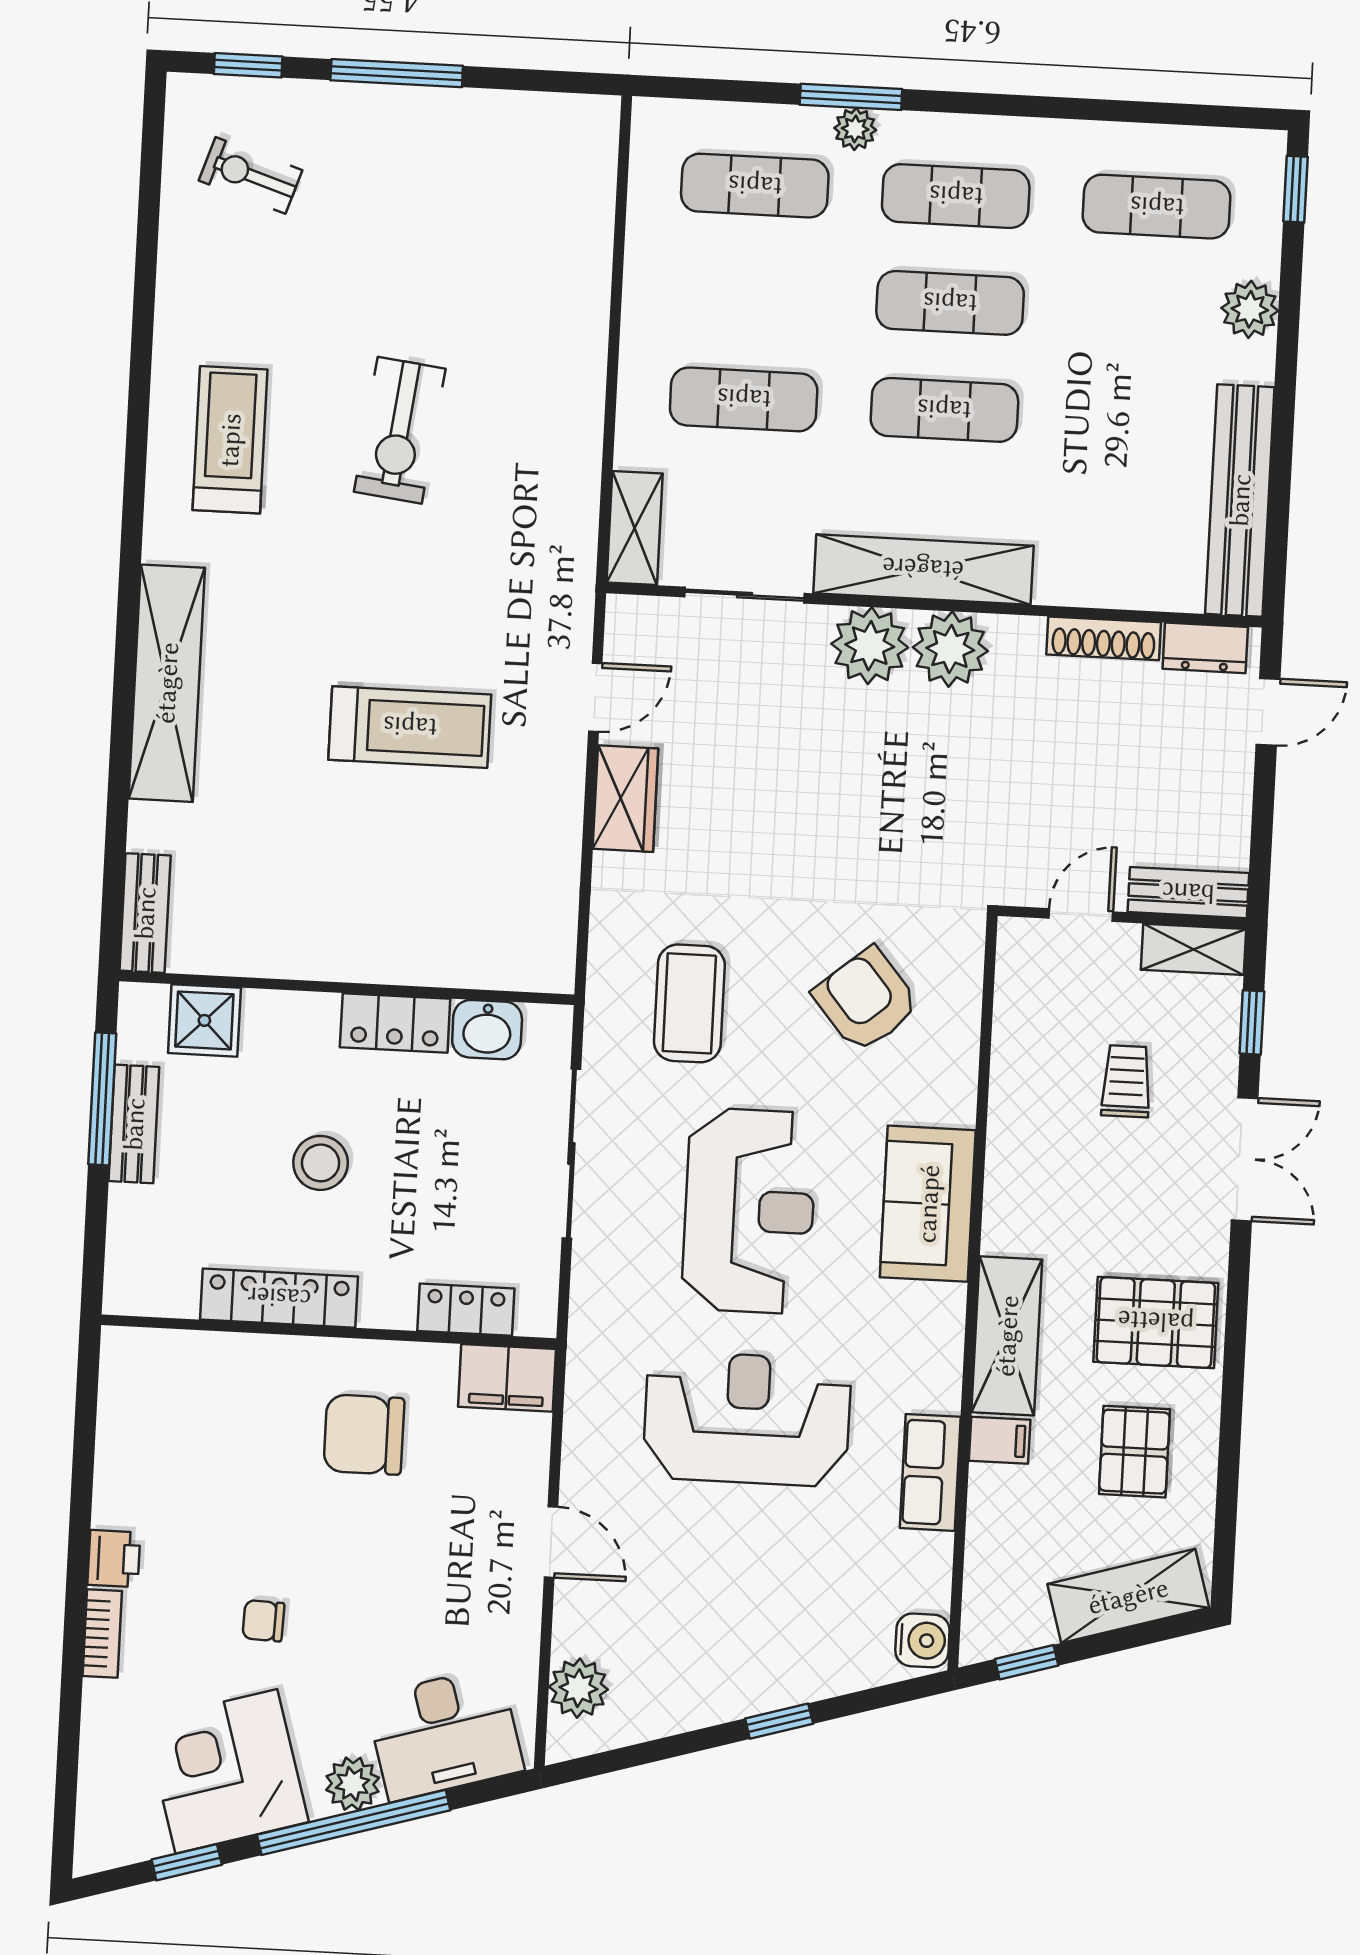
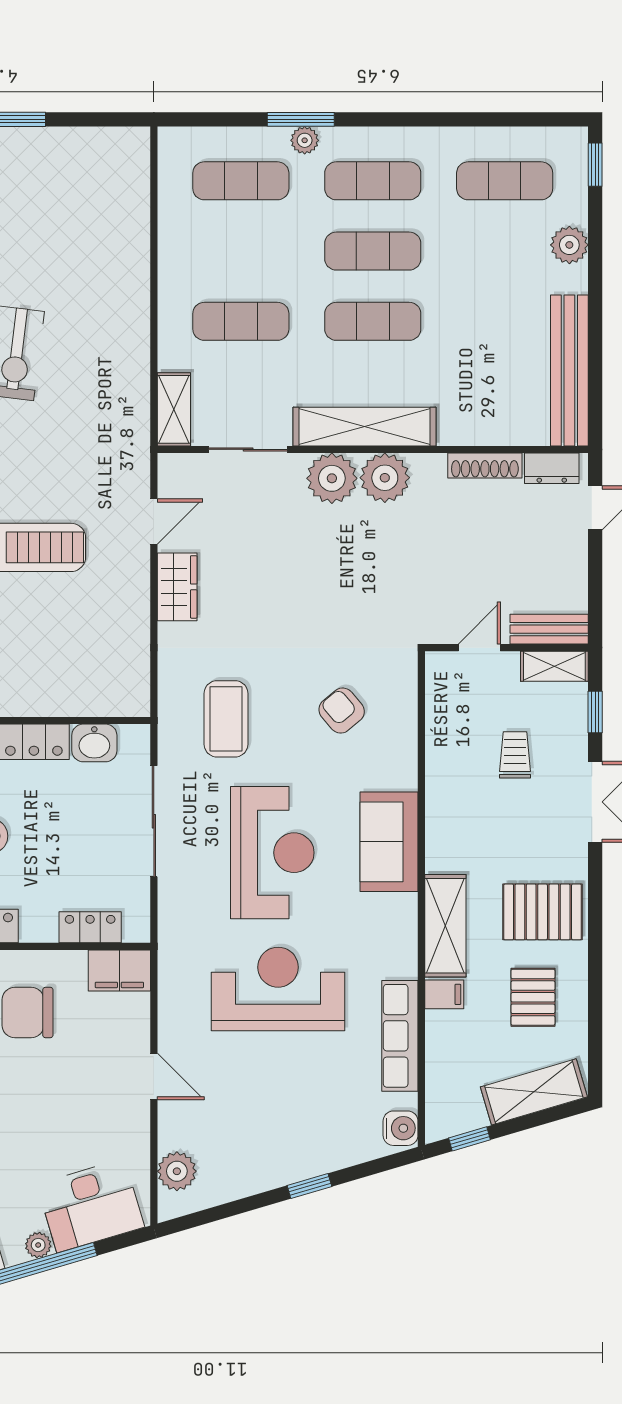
armchair: (866, 1000) -> (342, 711), width x0.72, depth x0.72
row of seats: (930, 1472) -> (400, 1036), width x1.48
plant: (353, 1784) -> (38, 1245), width x0.73, depth x0.73

